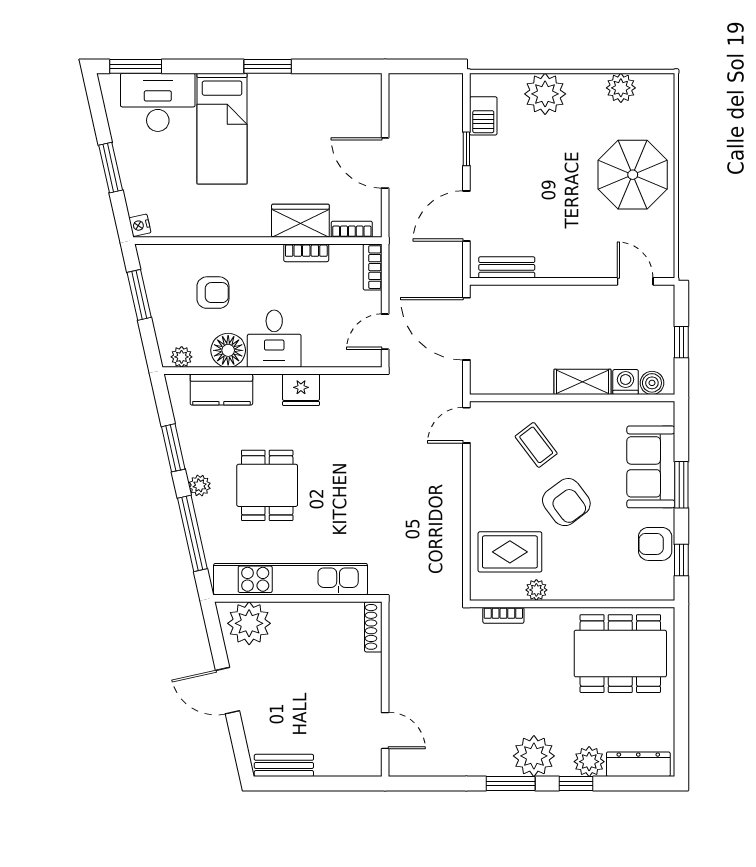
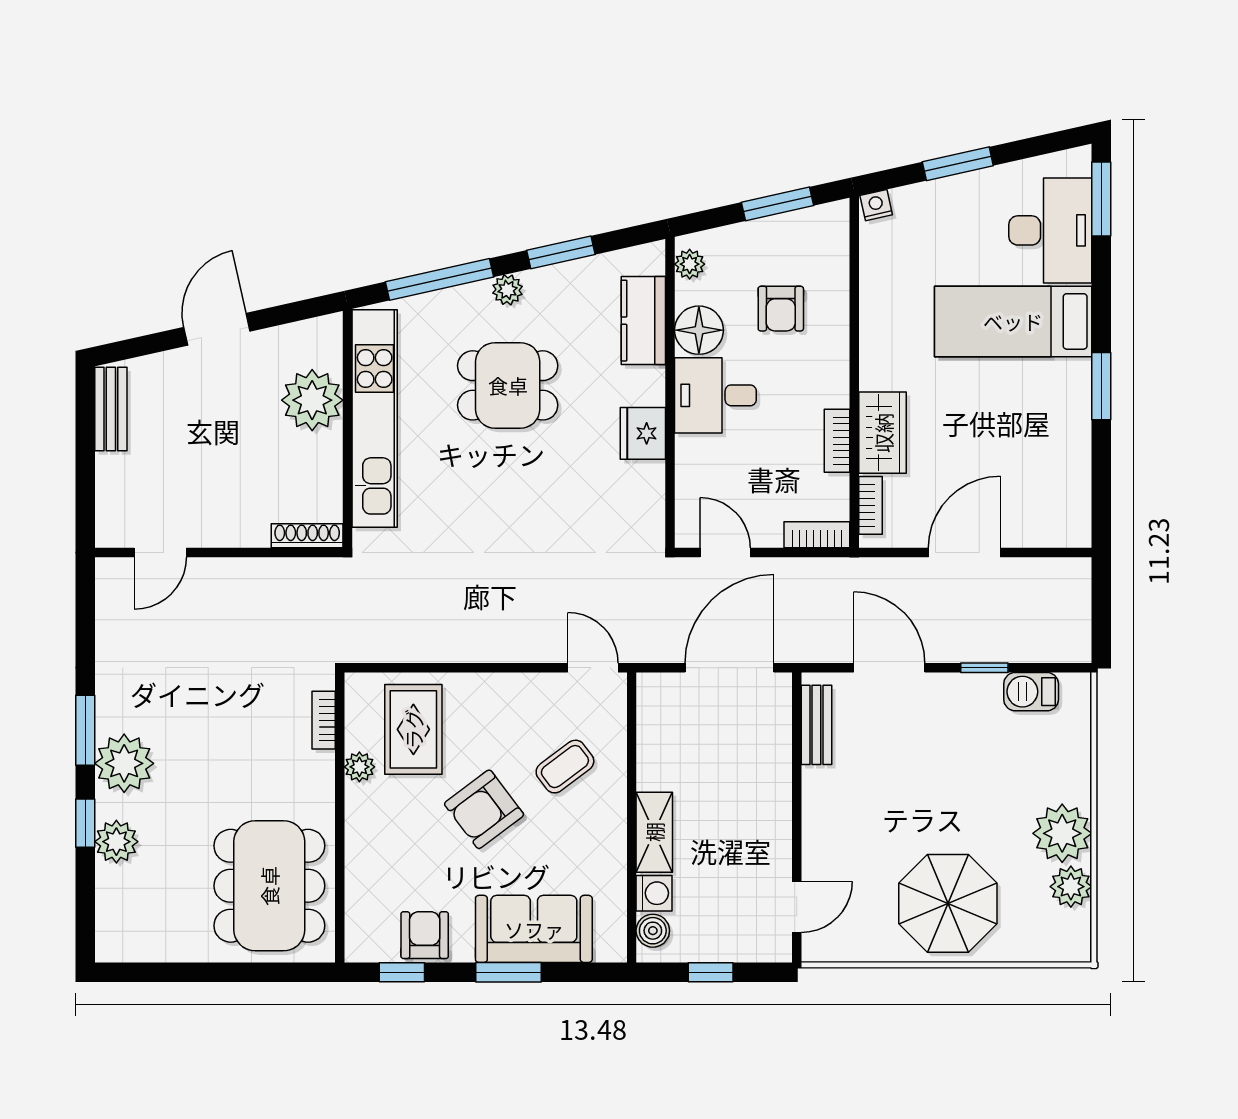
plant: (545, 94) -> (1062, 833), moved
plant: (249, 623) -> (312, 400), moved
dresser: (638, 764) -> (112, 911), removed

